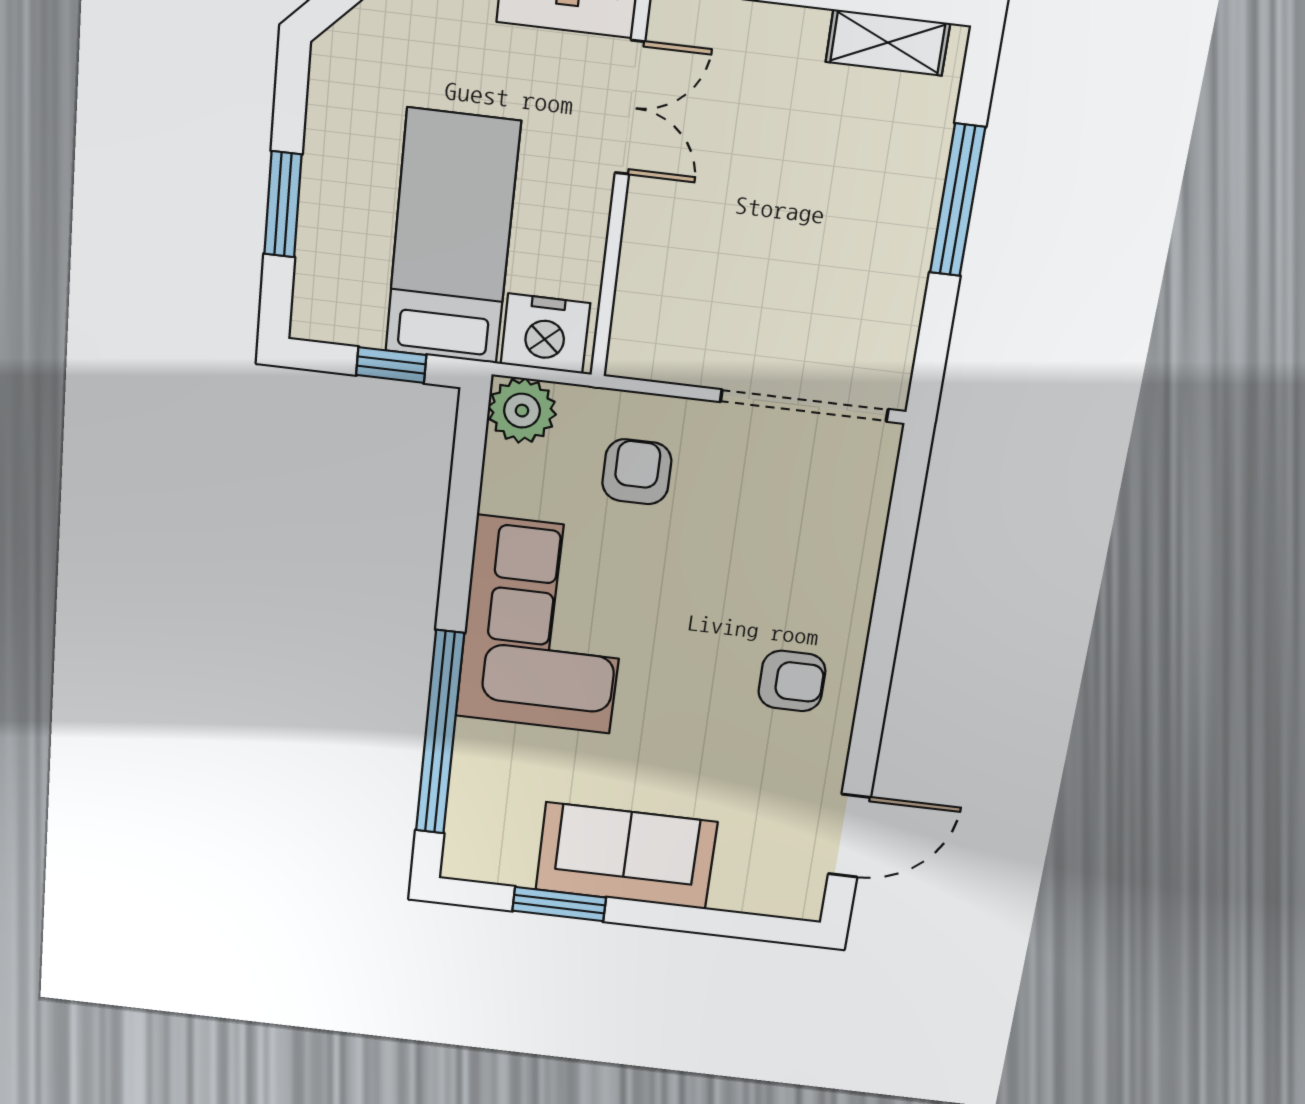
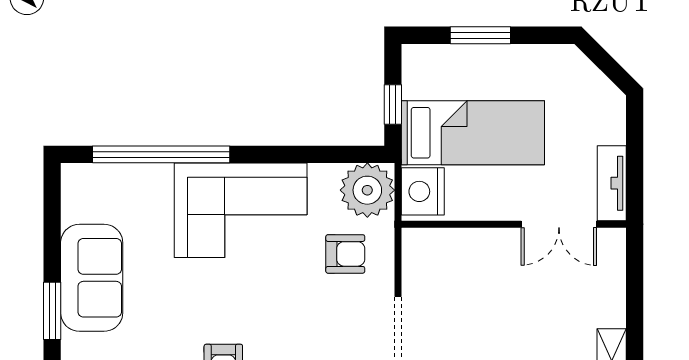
plant: (522, 411) -> (367, 190), width x1.36, depth x1.36
window: (559, 904) -> (52, 311), moved

